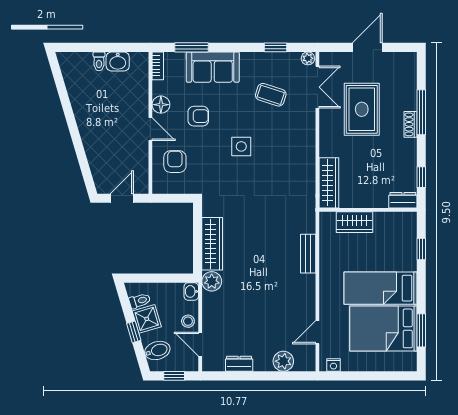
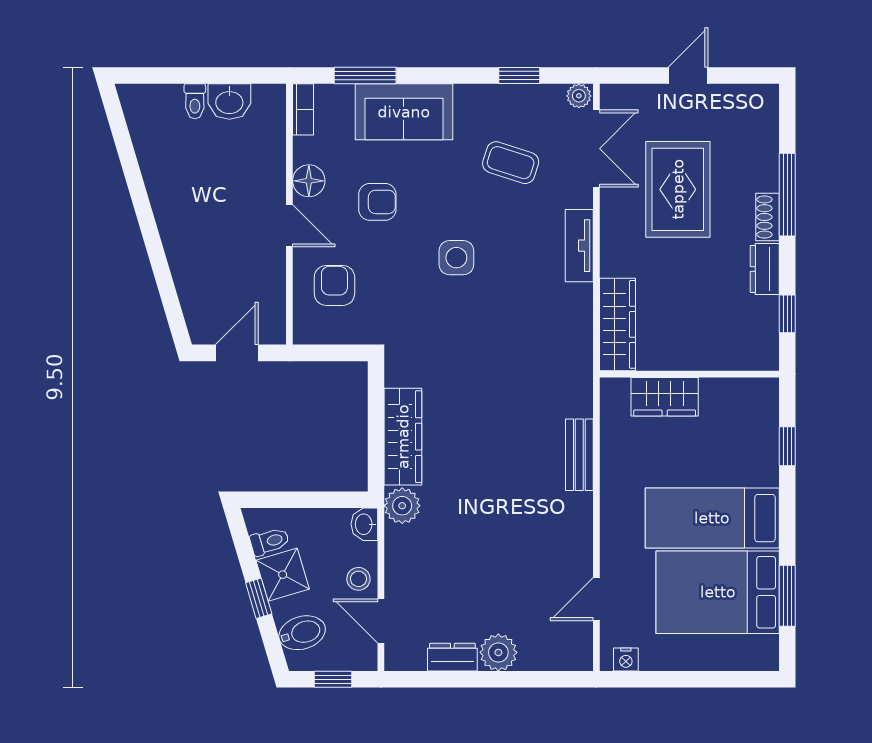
door: (367, 47) -> (688, 75), width x0.73
tv unit: (308, 140) -> (579, 246), added
dresser: (403, 200) -> (765, 269), moved, turned -90
plant: (283, 361) -> (498, 652), moved

